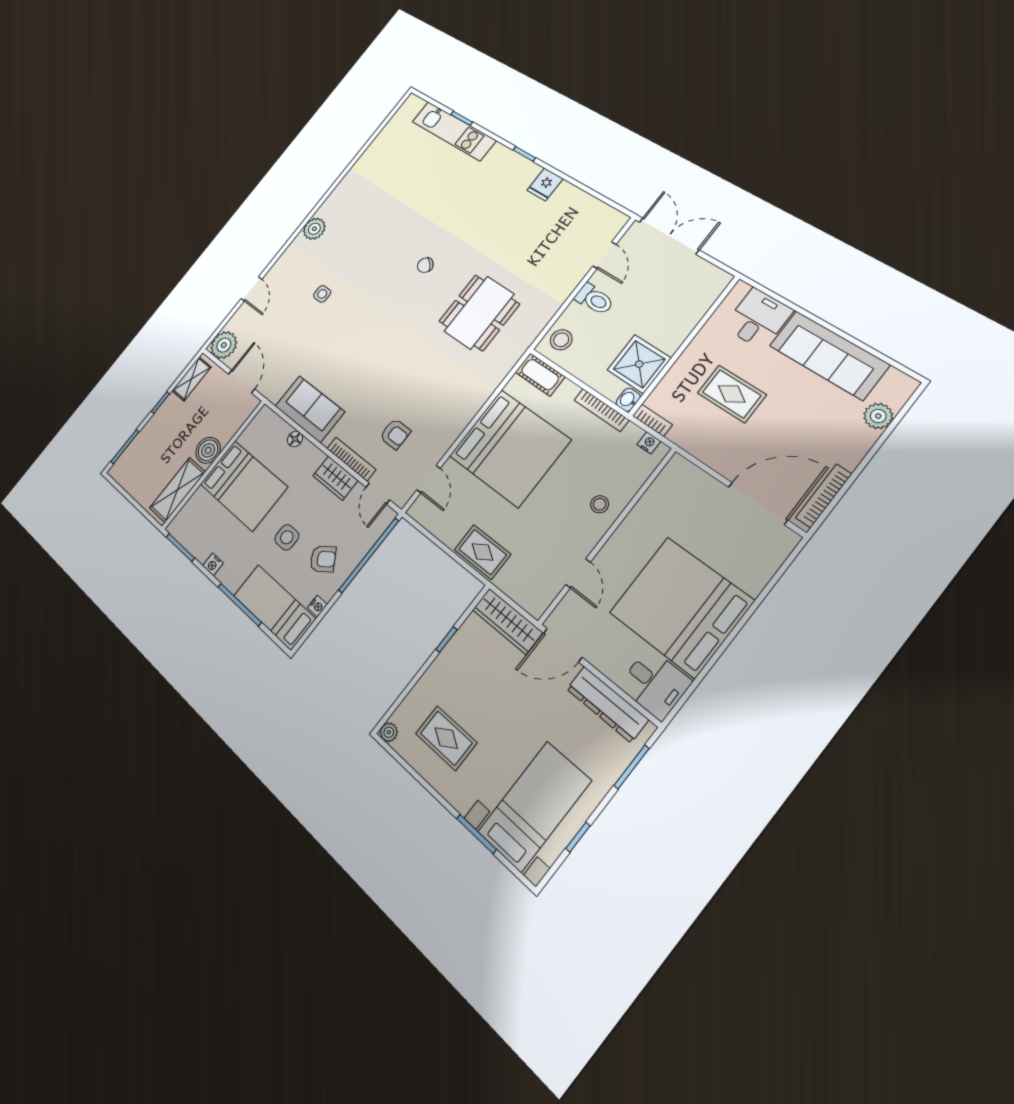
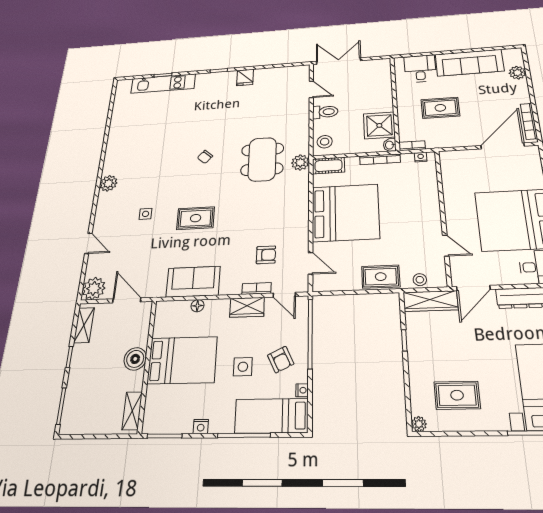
rug: (363, 336) -> (196, 218), added
plant: (514, 348) -> (300, 162), added
bookcase: (351, 459) -> (257, 289), width x0.64
shelving: (177, 490) -> (132, 411), width x0.67, depth x0.75
stool: (600, 504) -> (420, 280), moved
armchair: (323, 559) -> (281, 360), turned 98

